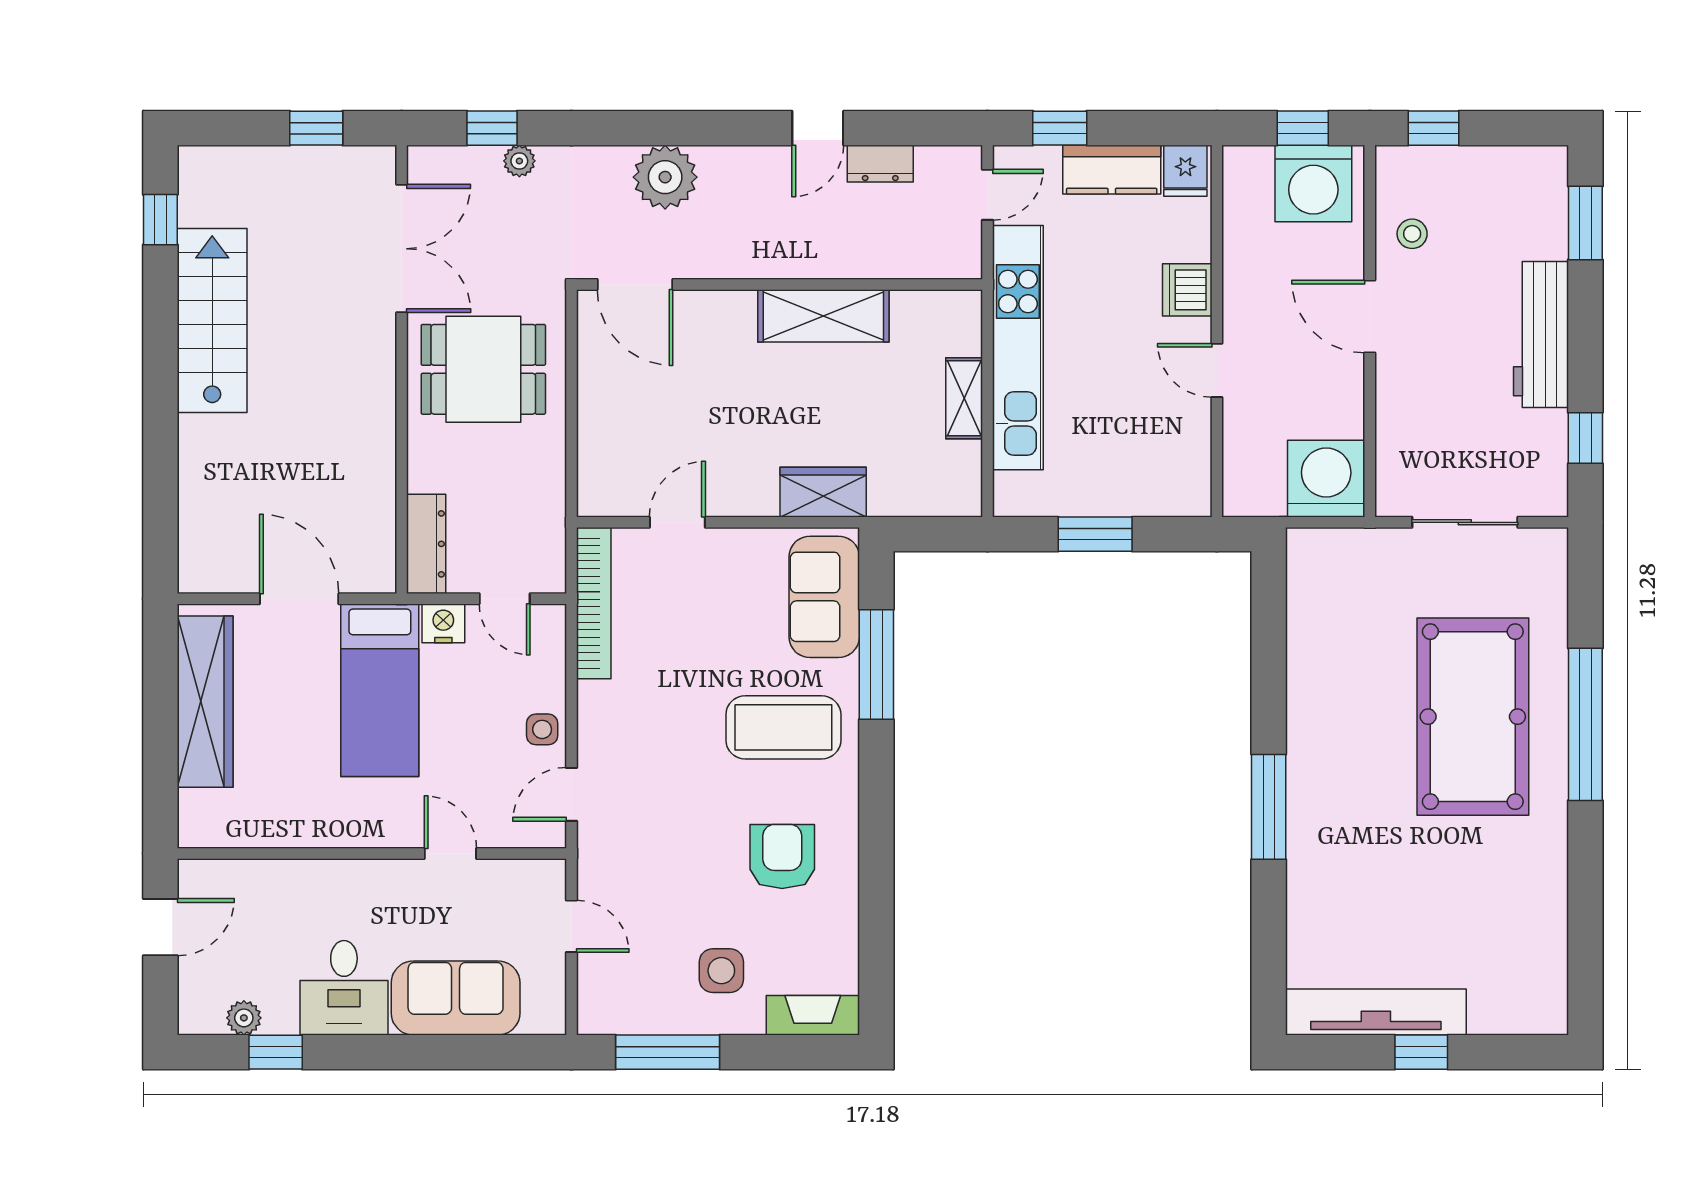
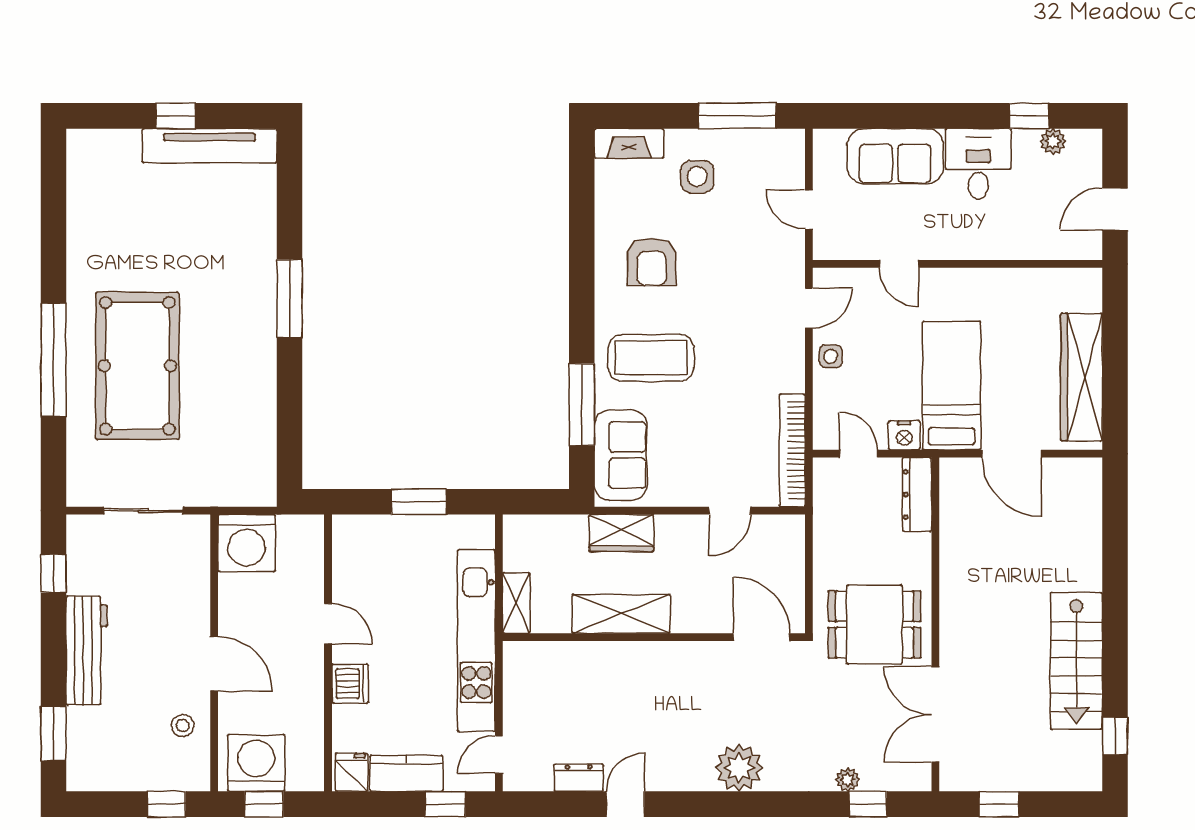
door: (635, 284) -> (761, 637), moved
wall: (780, 284) -> (654, 637), moved
shelving: (823, 316) -> (621, 614), moved

